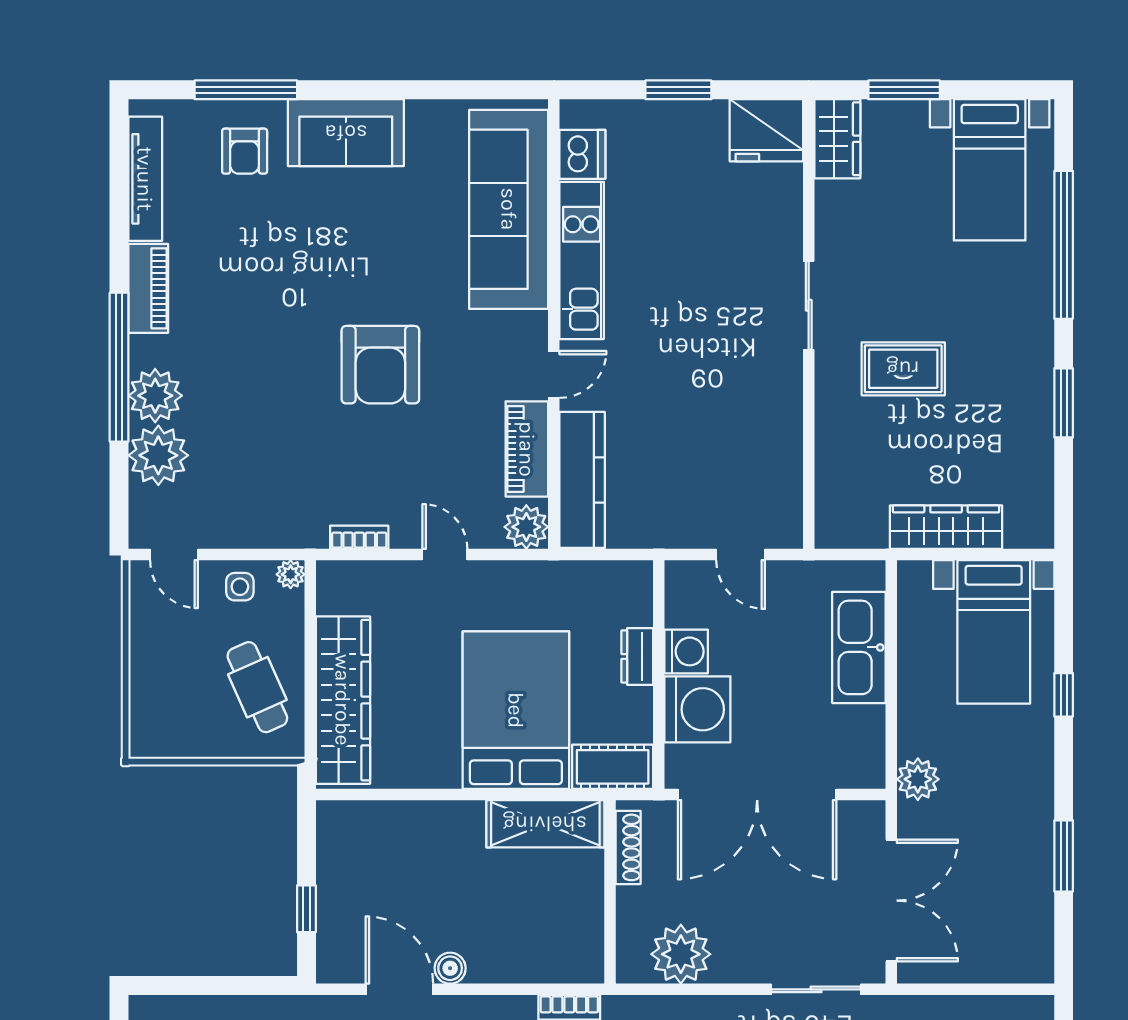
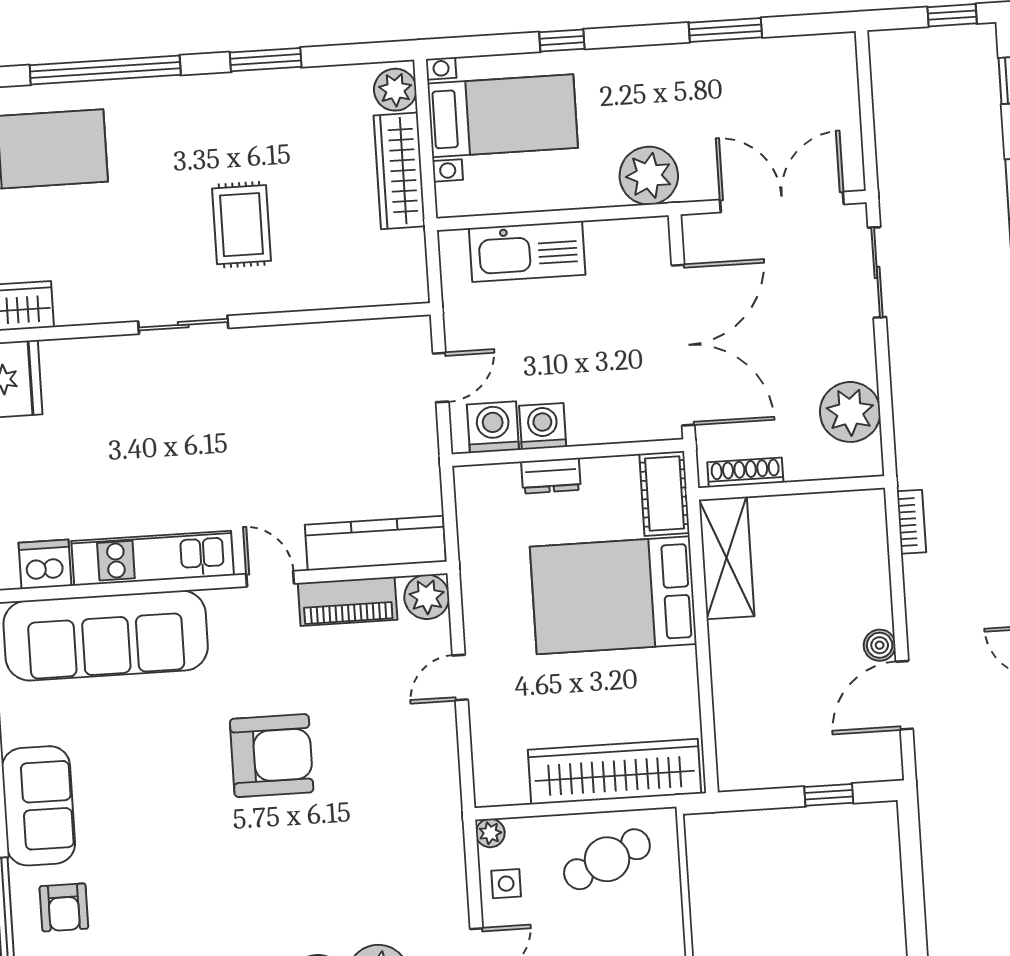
armchair: (245, 151) -> (64, 907), turned 90
plant: (1026, 528) -> (395, 90), added
bookcase: (359, 537) -> (448, 766), removed
washing machine: (697, 709) -> (493, 427), moved, width x0.73, depth x0.73
plant: (918, 779) -> (649, 176), width x1.36, depth x1.36

